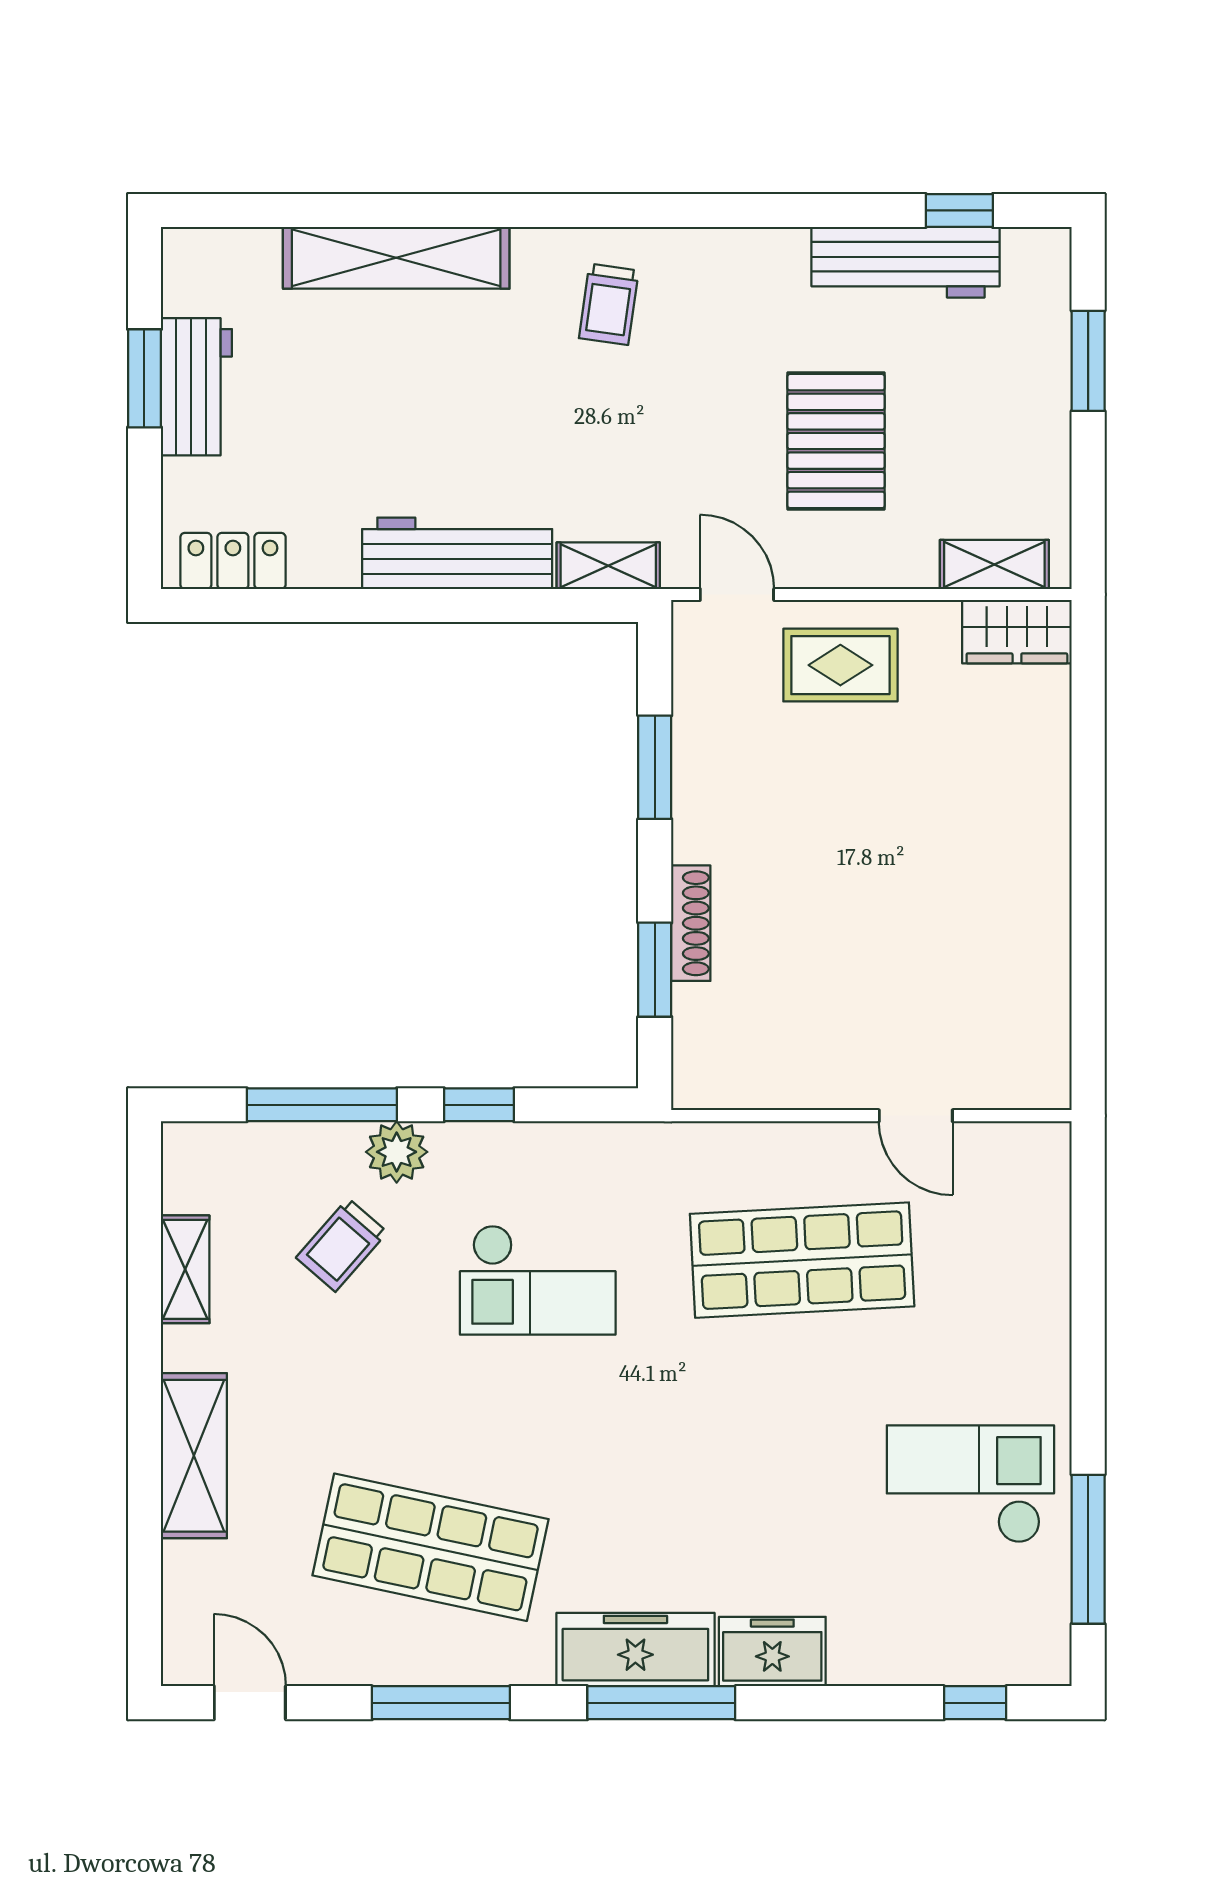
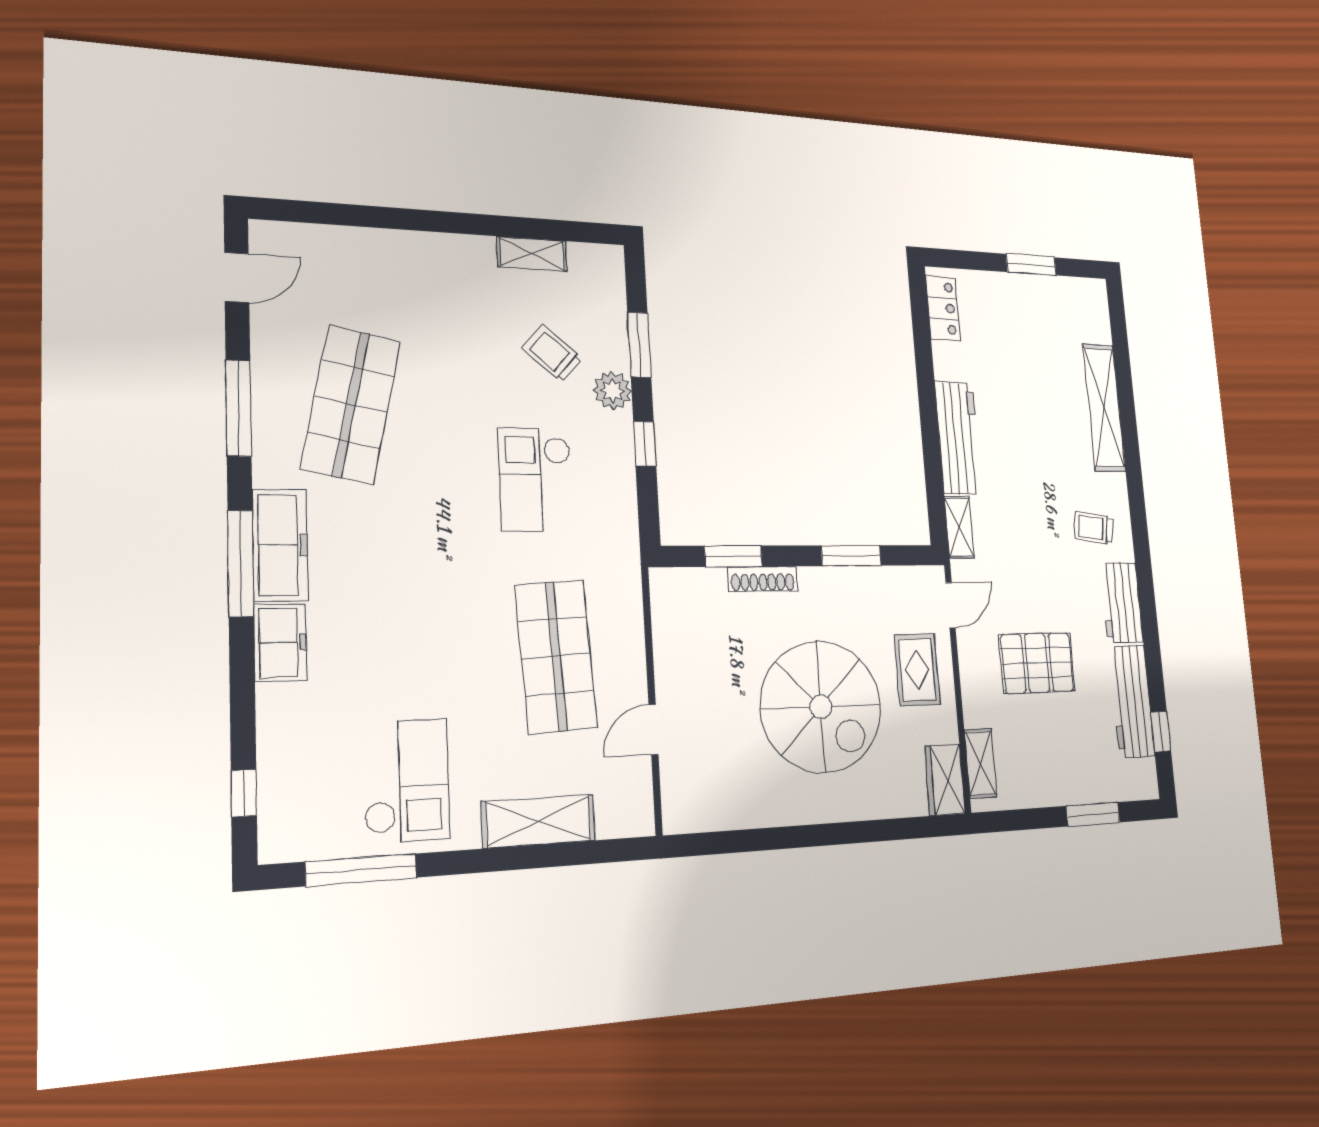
workbench: (196, 387) -> (1122, 603), moved, turned 90
spiral stairs: (893, 839) -> (821, 707), added
window: (322, 1105) -> (639, 345), width x0.69
shelving: (194, 1456) -> (539, 821), moved

